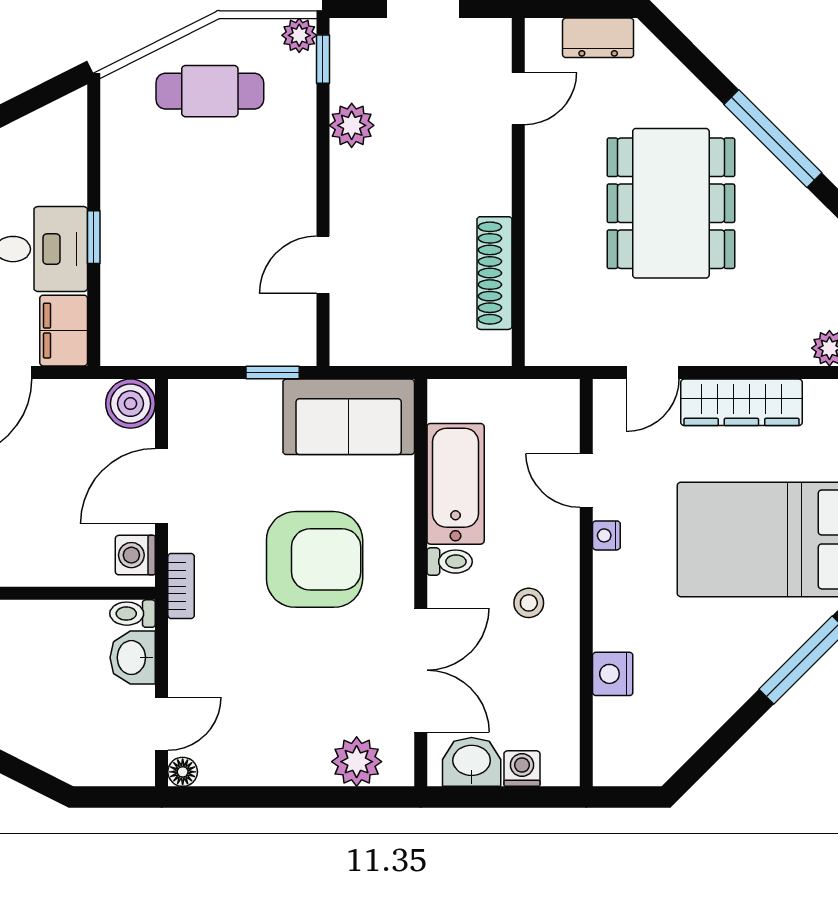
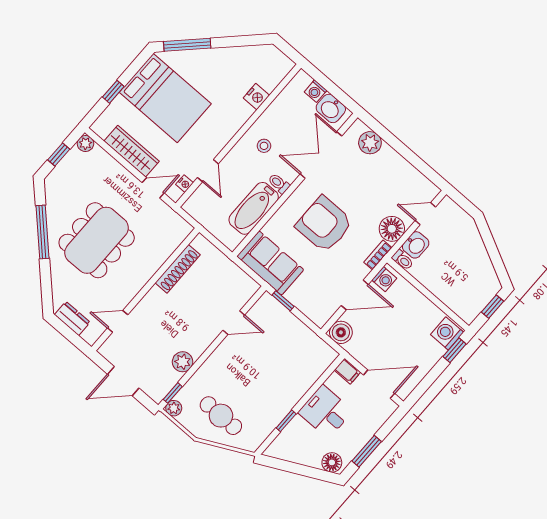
window: (94, 237) -> (286, 421), moved
filing cabinet: (64, 331) -> (347, 371), width x0.50
nightstand: (606, 535) -> (185, 184), moved
floor lamp: (183, 772) -> (392, 229), moved, width x1.89, depth x1.89

